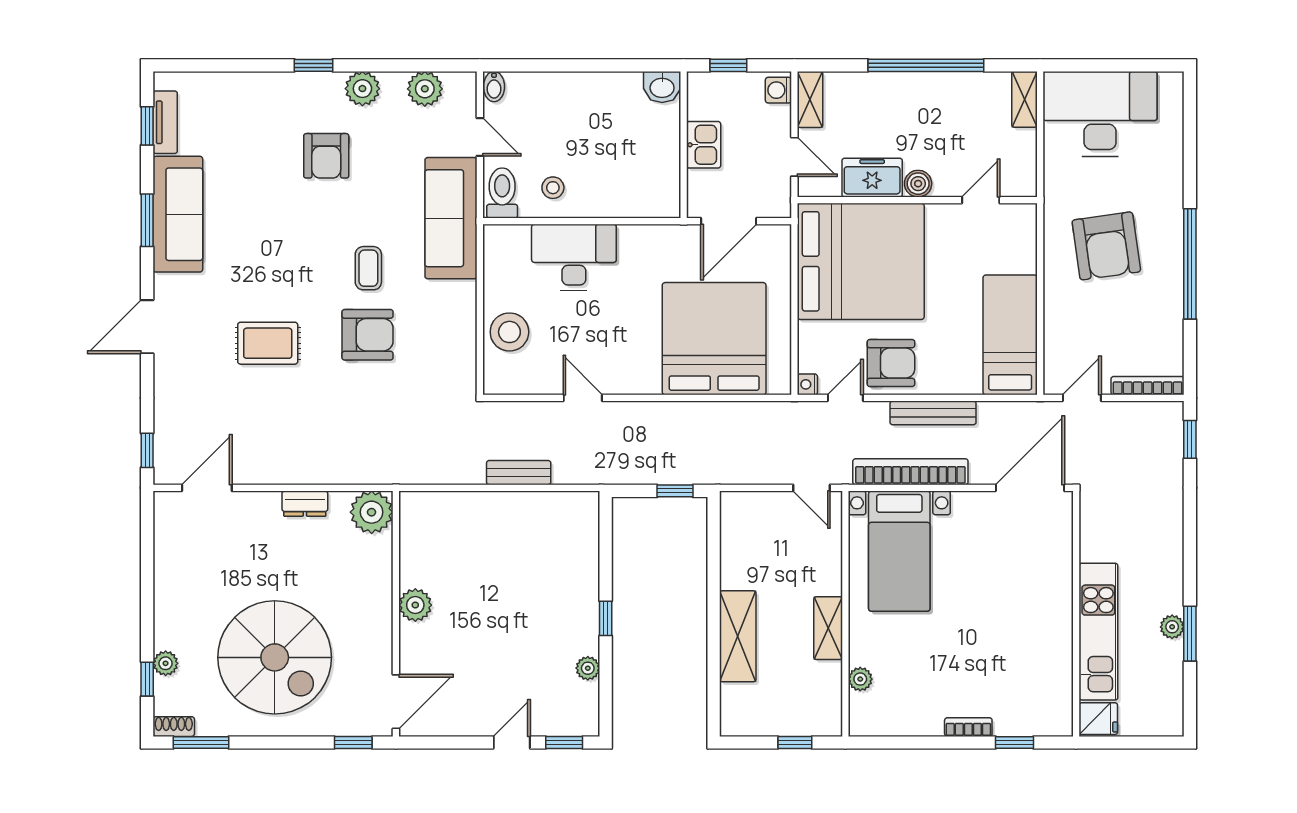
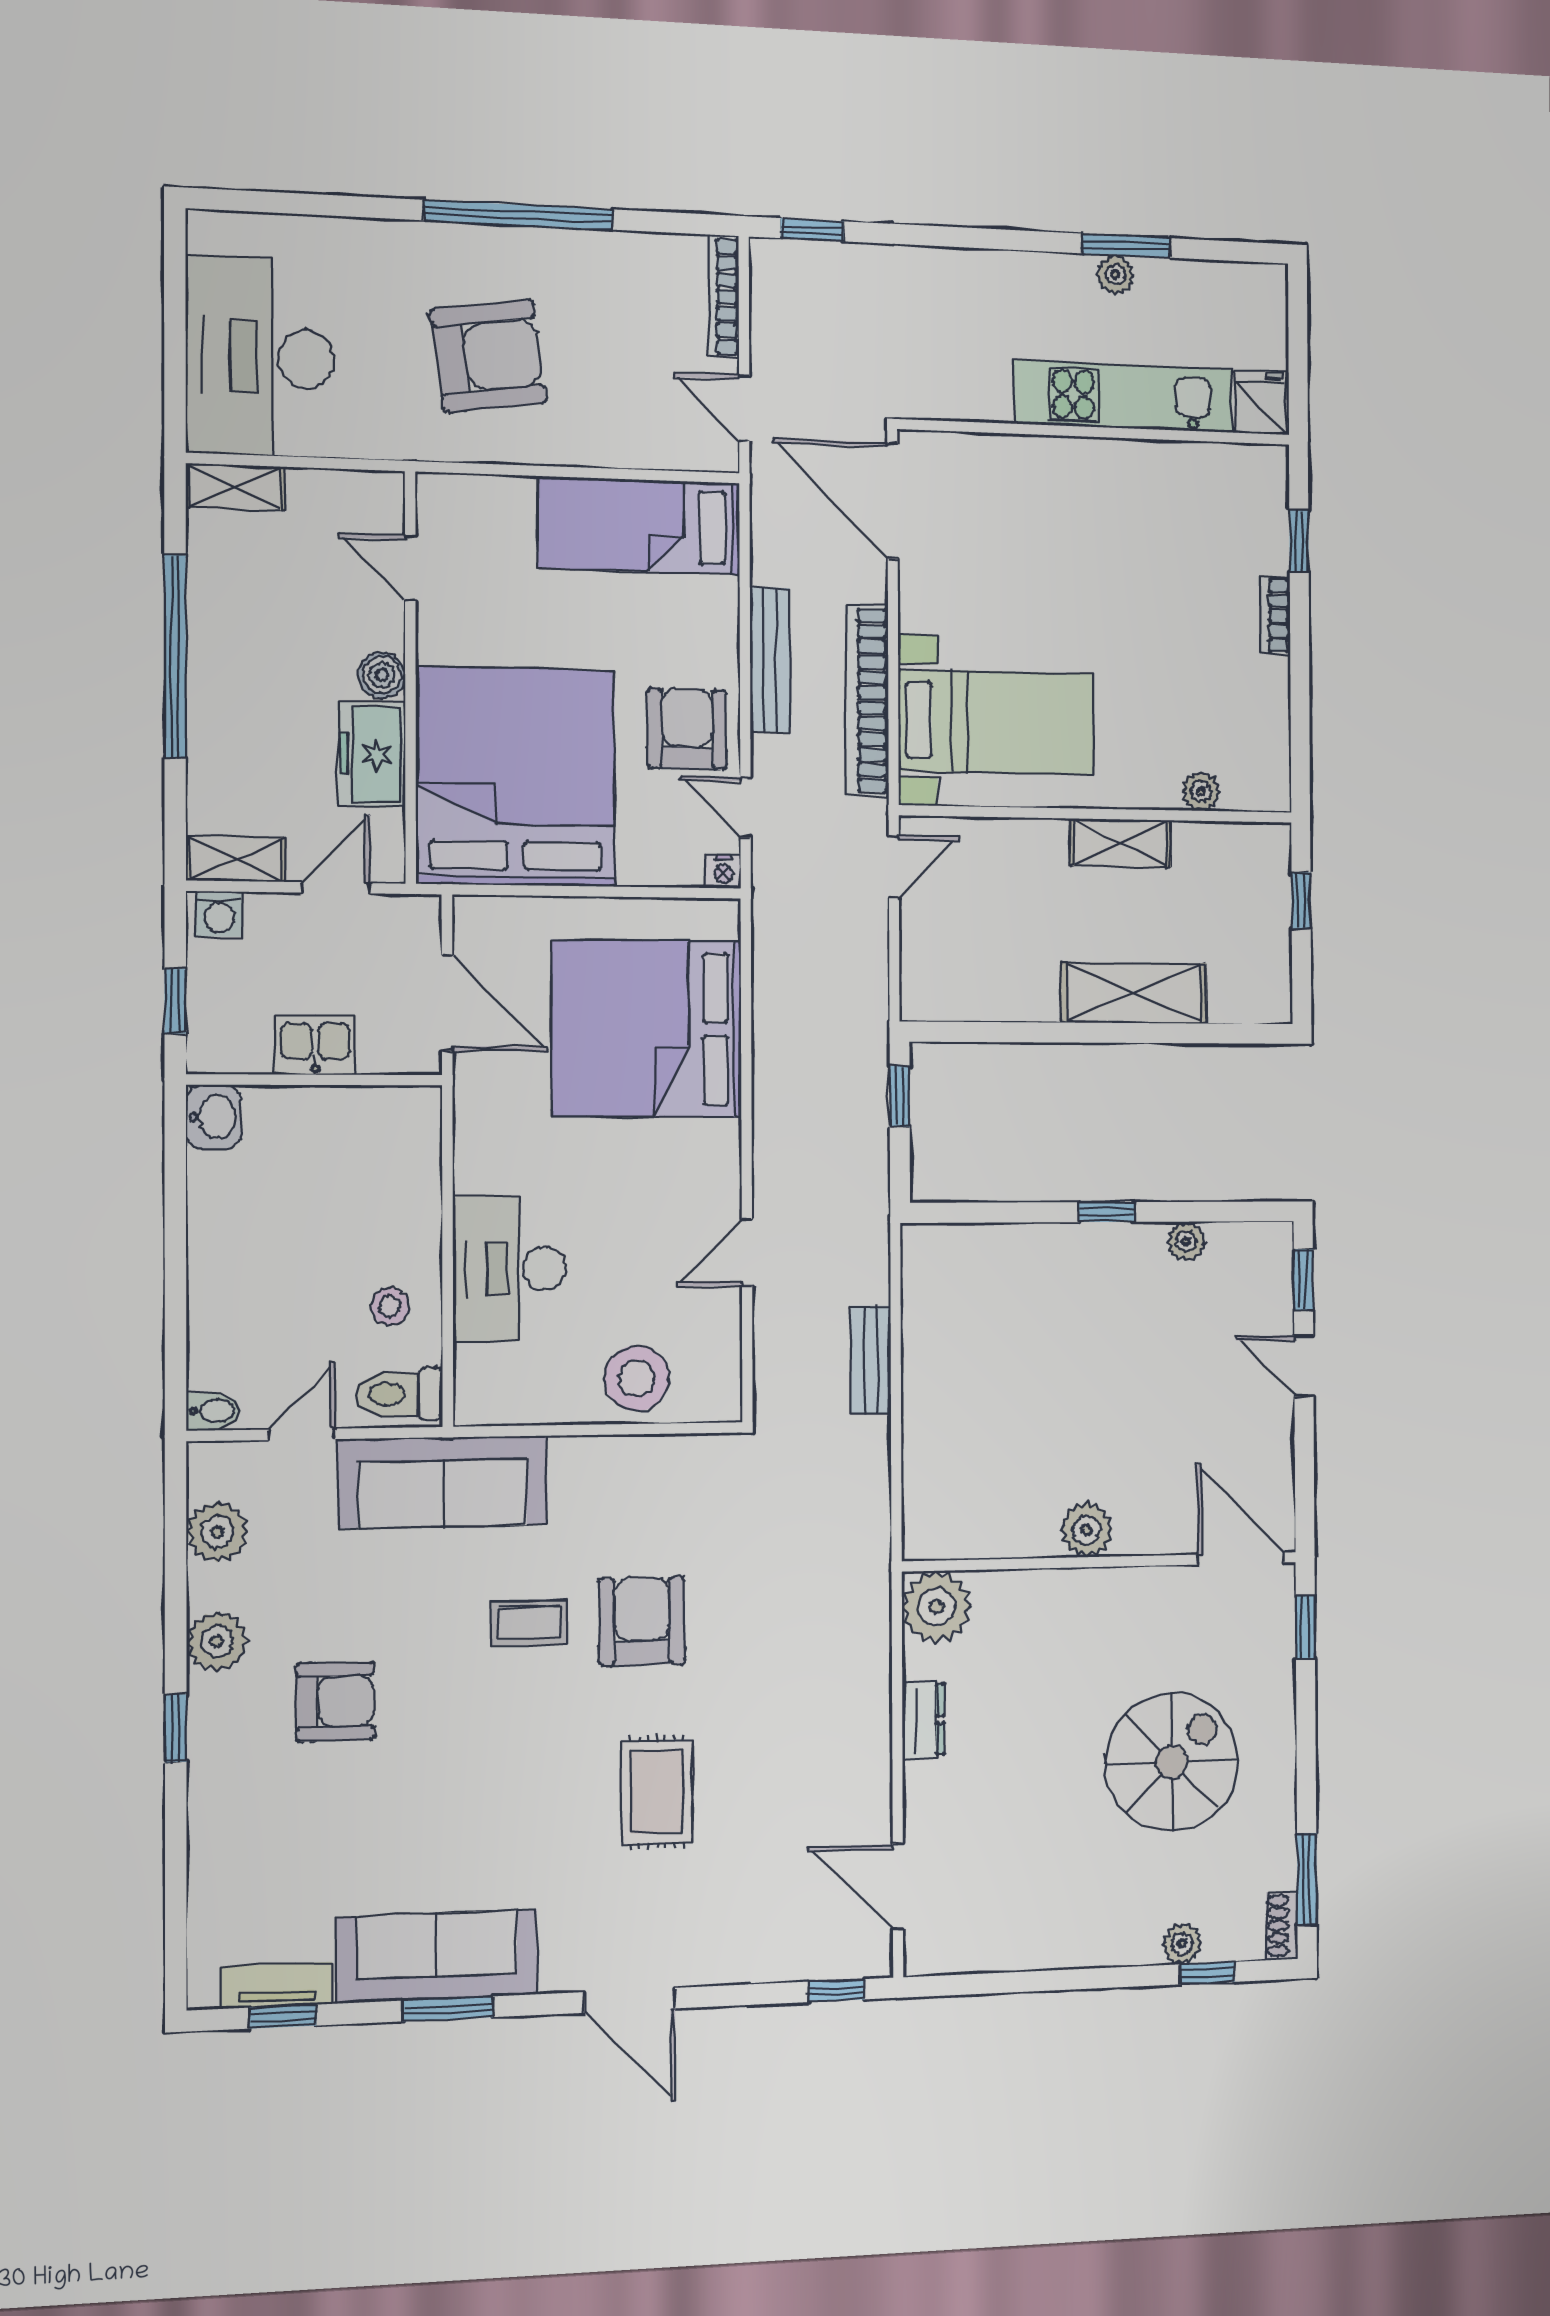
spiral stairs: (275, 657) -> (1172, 1762), width x0.73, depth x0.73

